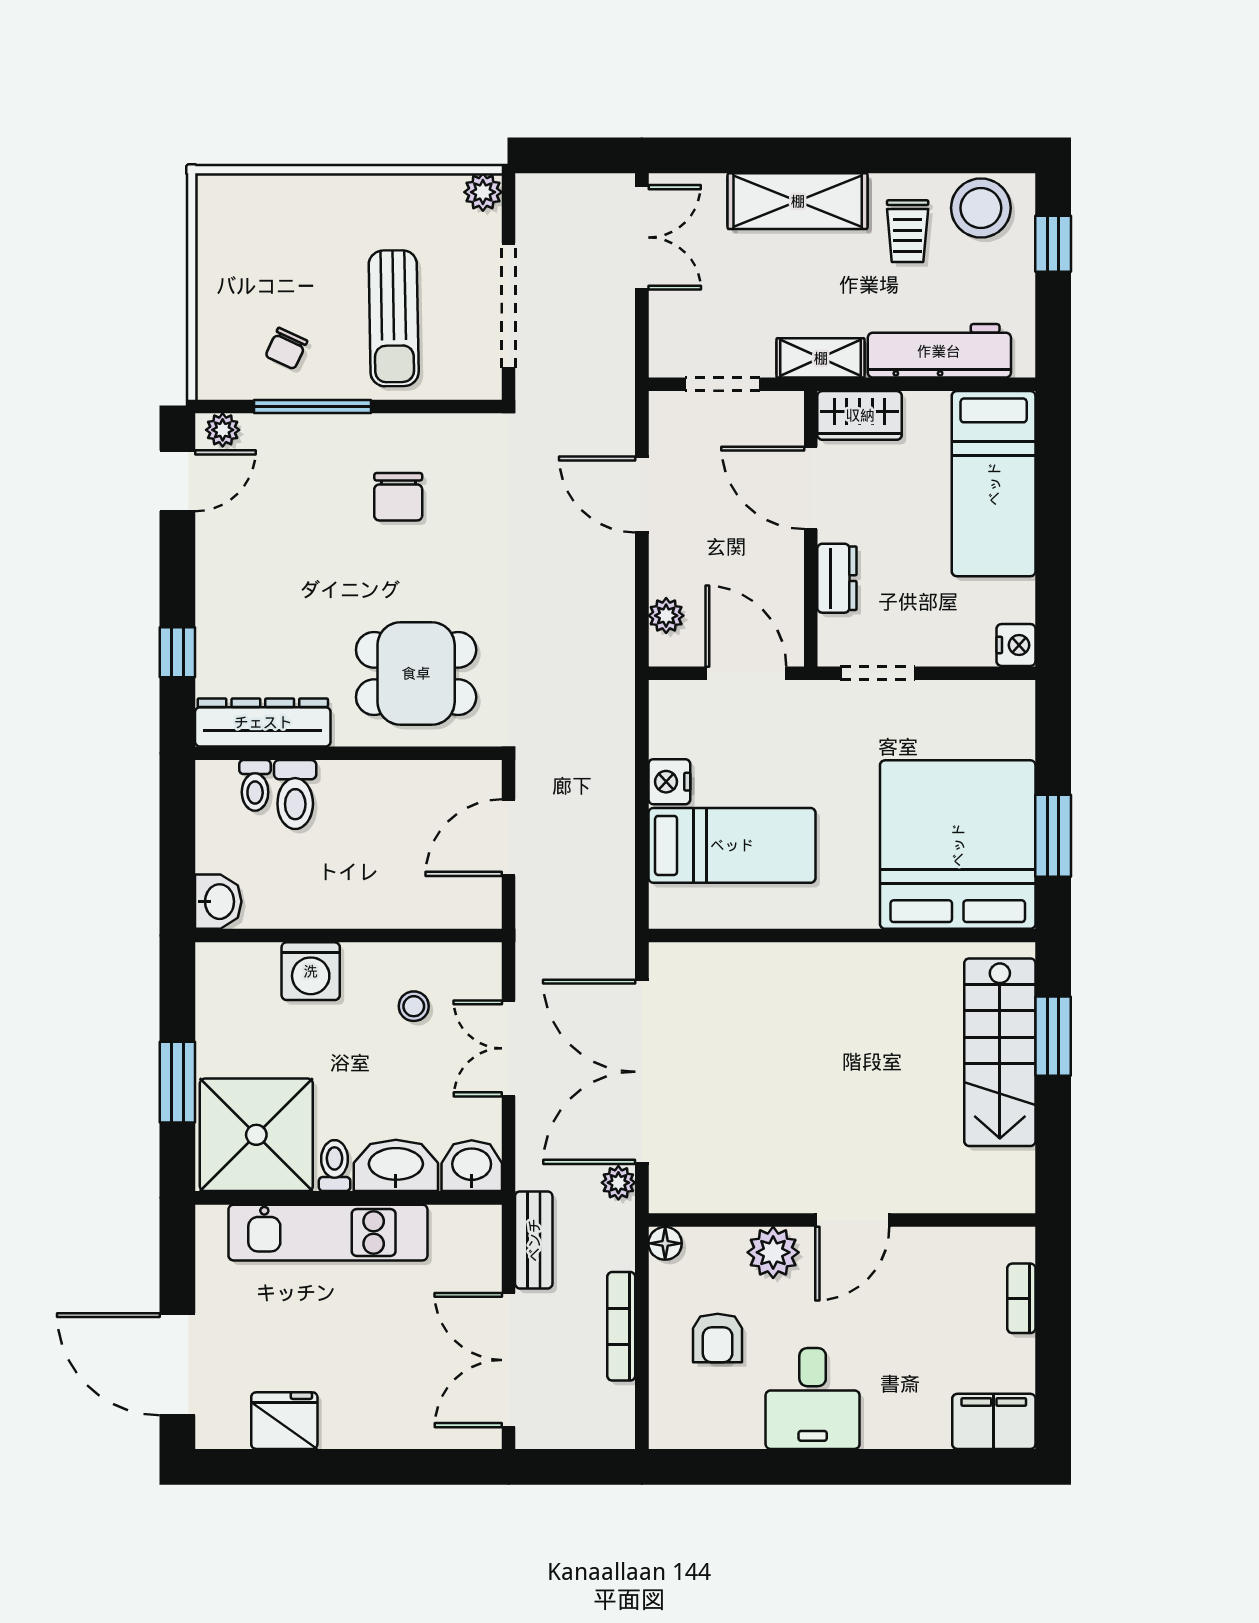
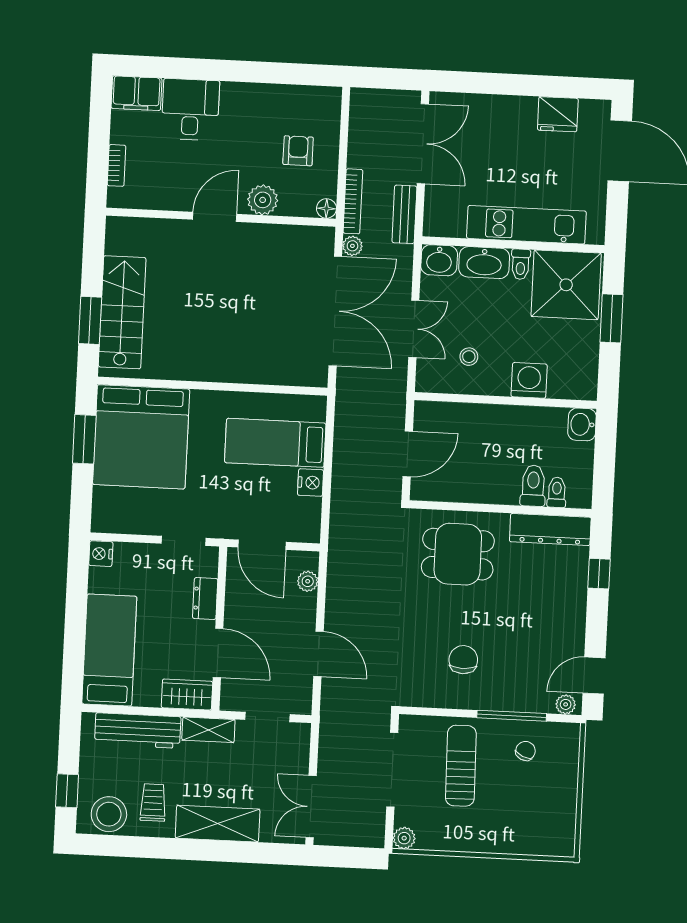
bookcase: (621, 1326) -> (353, 201), moved
desk: (813, 1398) -> (190, 109), moved

